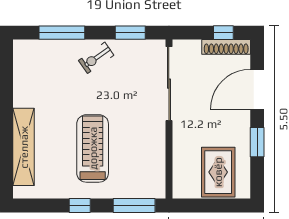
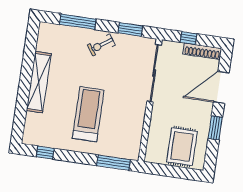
window: (223, 33) -> (189, 38), moved
shelving: (24, 147) -> (39, 82), moved
window: (80, 206) -> (45, 153), moved

